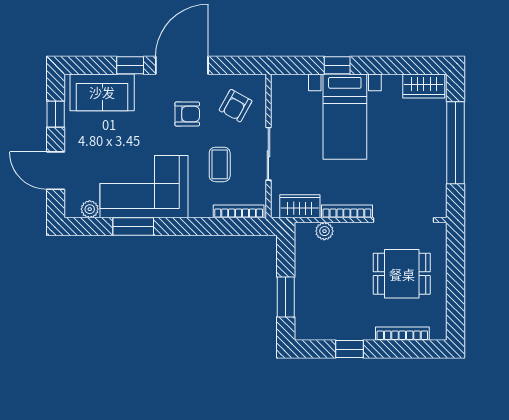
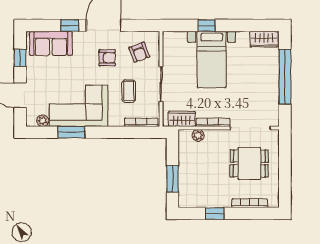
armchair: (236, 106) -> (139, 52), turned -50

